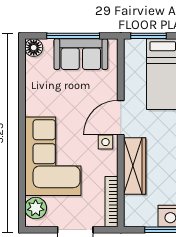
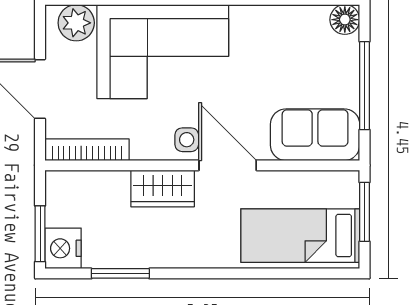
sofa: (81, 54) -> (315, 135), moved, turned 90
wardrobe: (135, 166) -> (163, 188), width x0.67

